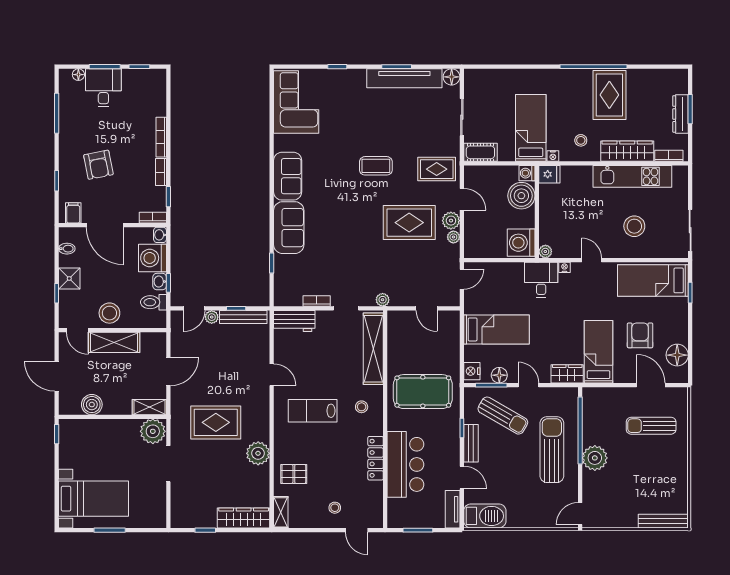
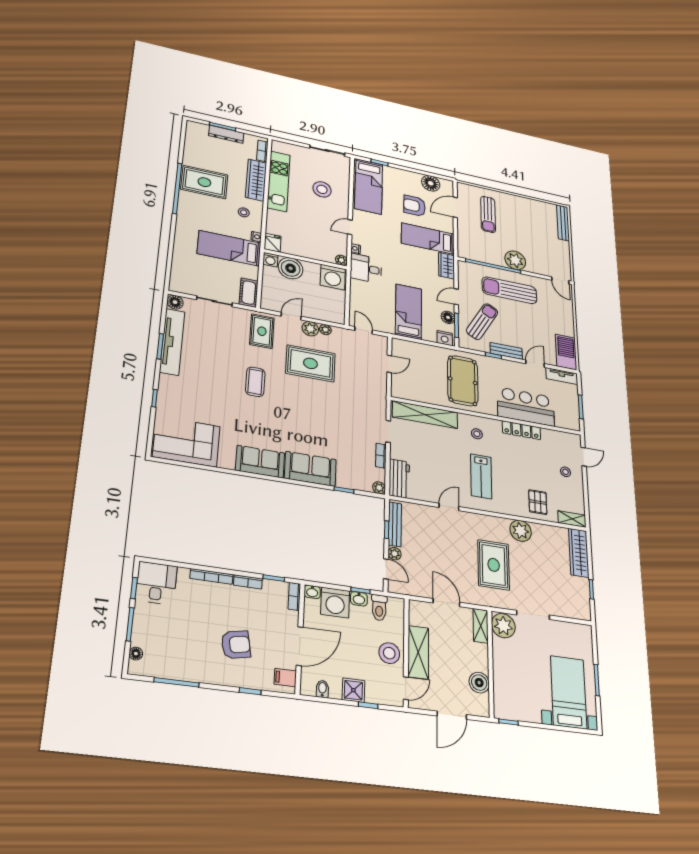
desk: (103, 88) -> (156, 583), moved, turned 90
rug: (409, 223) -> (310, 363), turned 90
plant: (383, 300) -> (379, 488), moved

